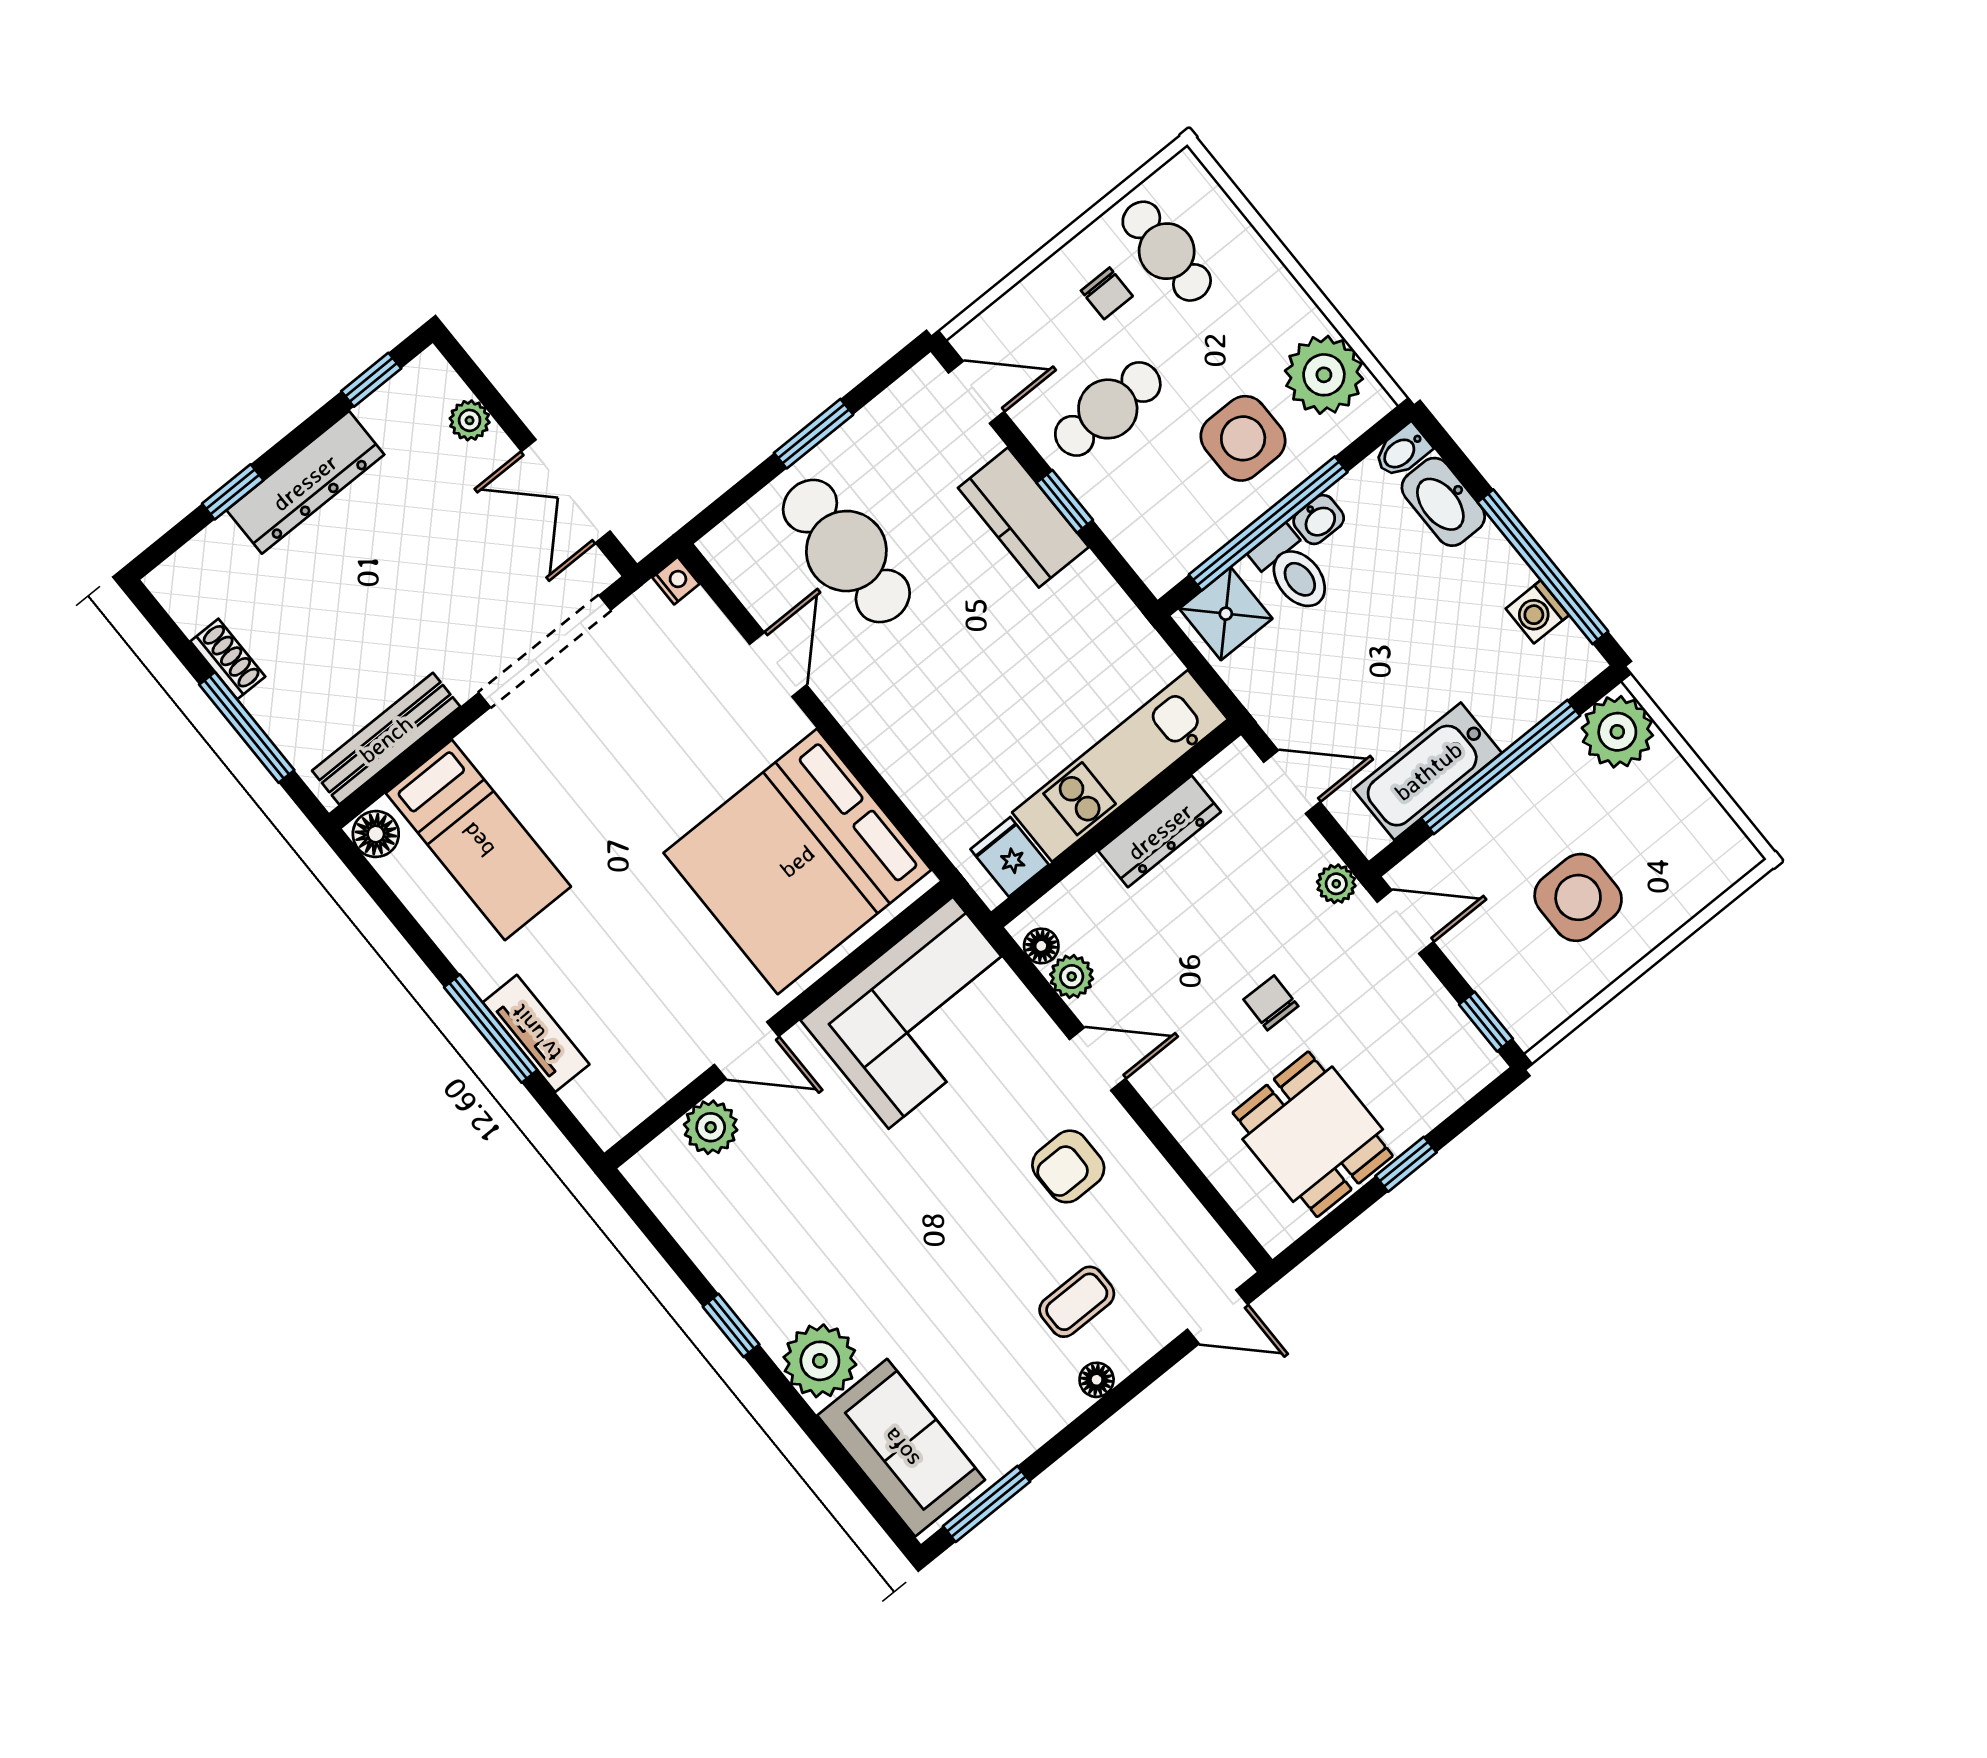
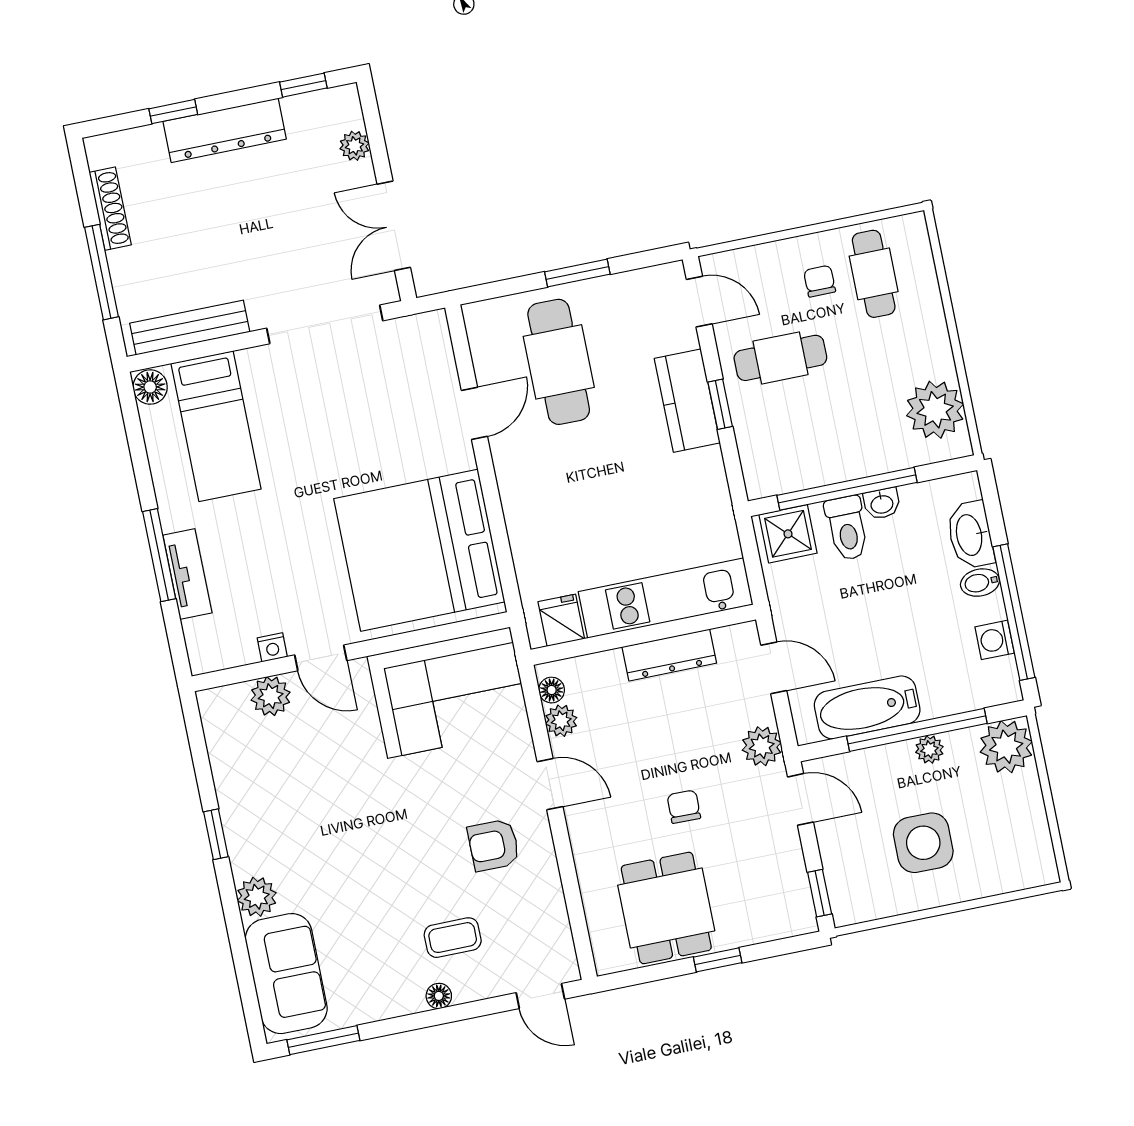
chair: (1107, 293) -> (820, 281), turned 180
side table: (1243, 438) -> (860, 424), removed
bidet: (1402, 451) -> (980, 583), moved
nightstand: (676, 581) -> (272, 647), moved, turned 90
shoe rack: (228, 659) -> (110, 209), width x1.43
plant: (1528, 783) -> (929, 749), added
plant: (1336, 884) -> (762, 746), width x1.38, depth x1.38
plant: (820, 1361) -> (257, 897), width x0.73, depth x0.73

